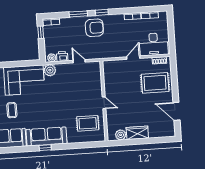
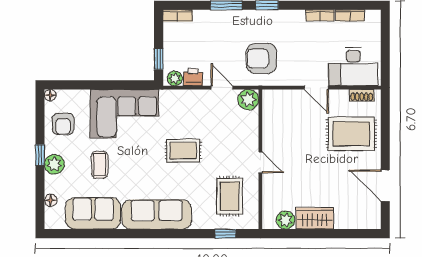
armchair: (94, 28) -> (261, 58), moved, turned 180
window: (41, 32) -> (159, 59), moved
door: (133, 58) -> (316, 88), swing flipped
plant: (50, 70) -> (248, 100), moved
rug: (59, 99) -> (183, 151), added
rug: (88, 123) -> (230, 196), turned 90
window: (45, 148) -> (225, 234), moved

